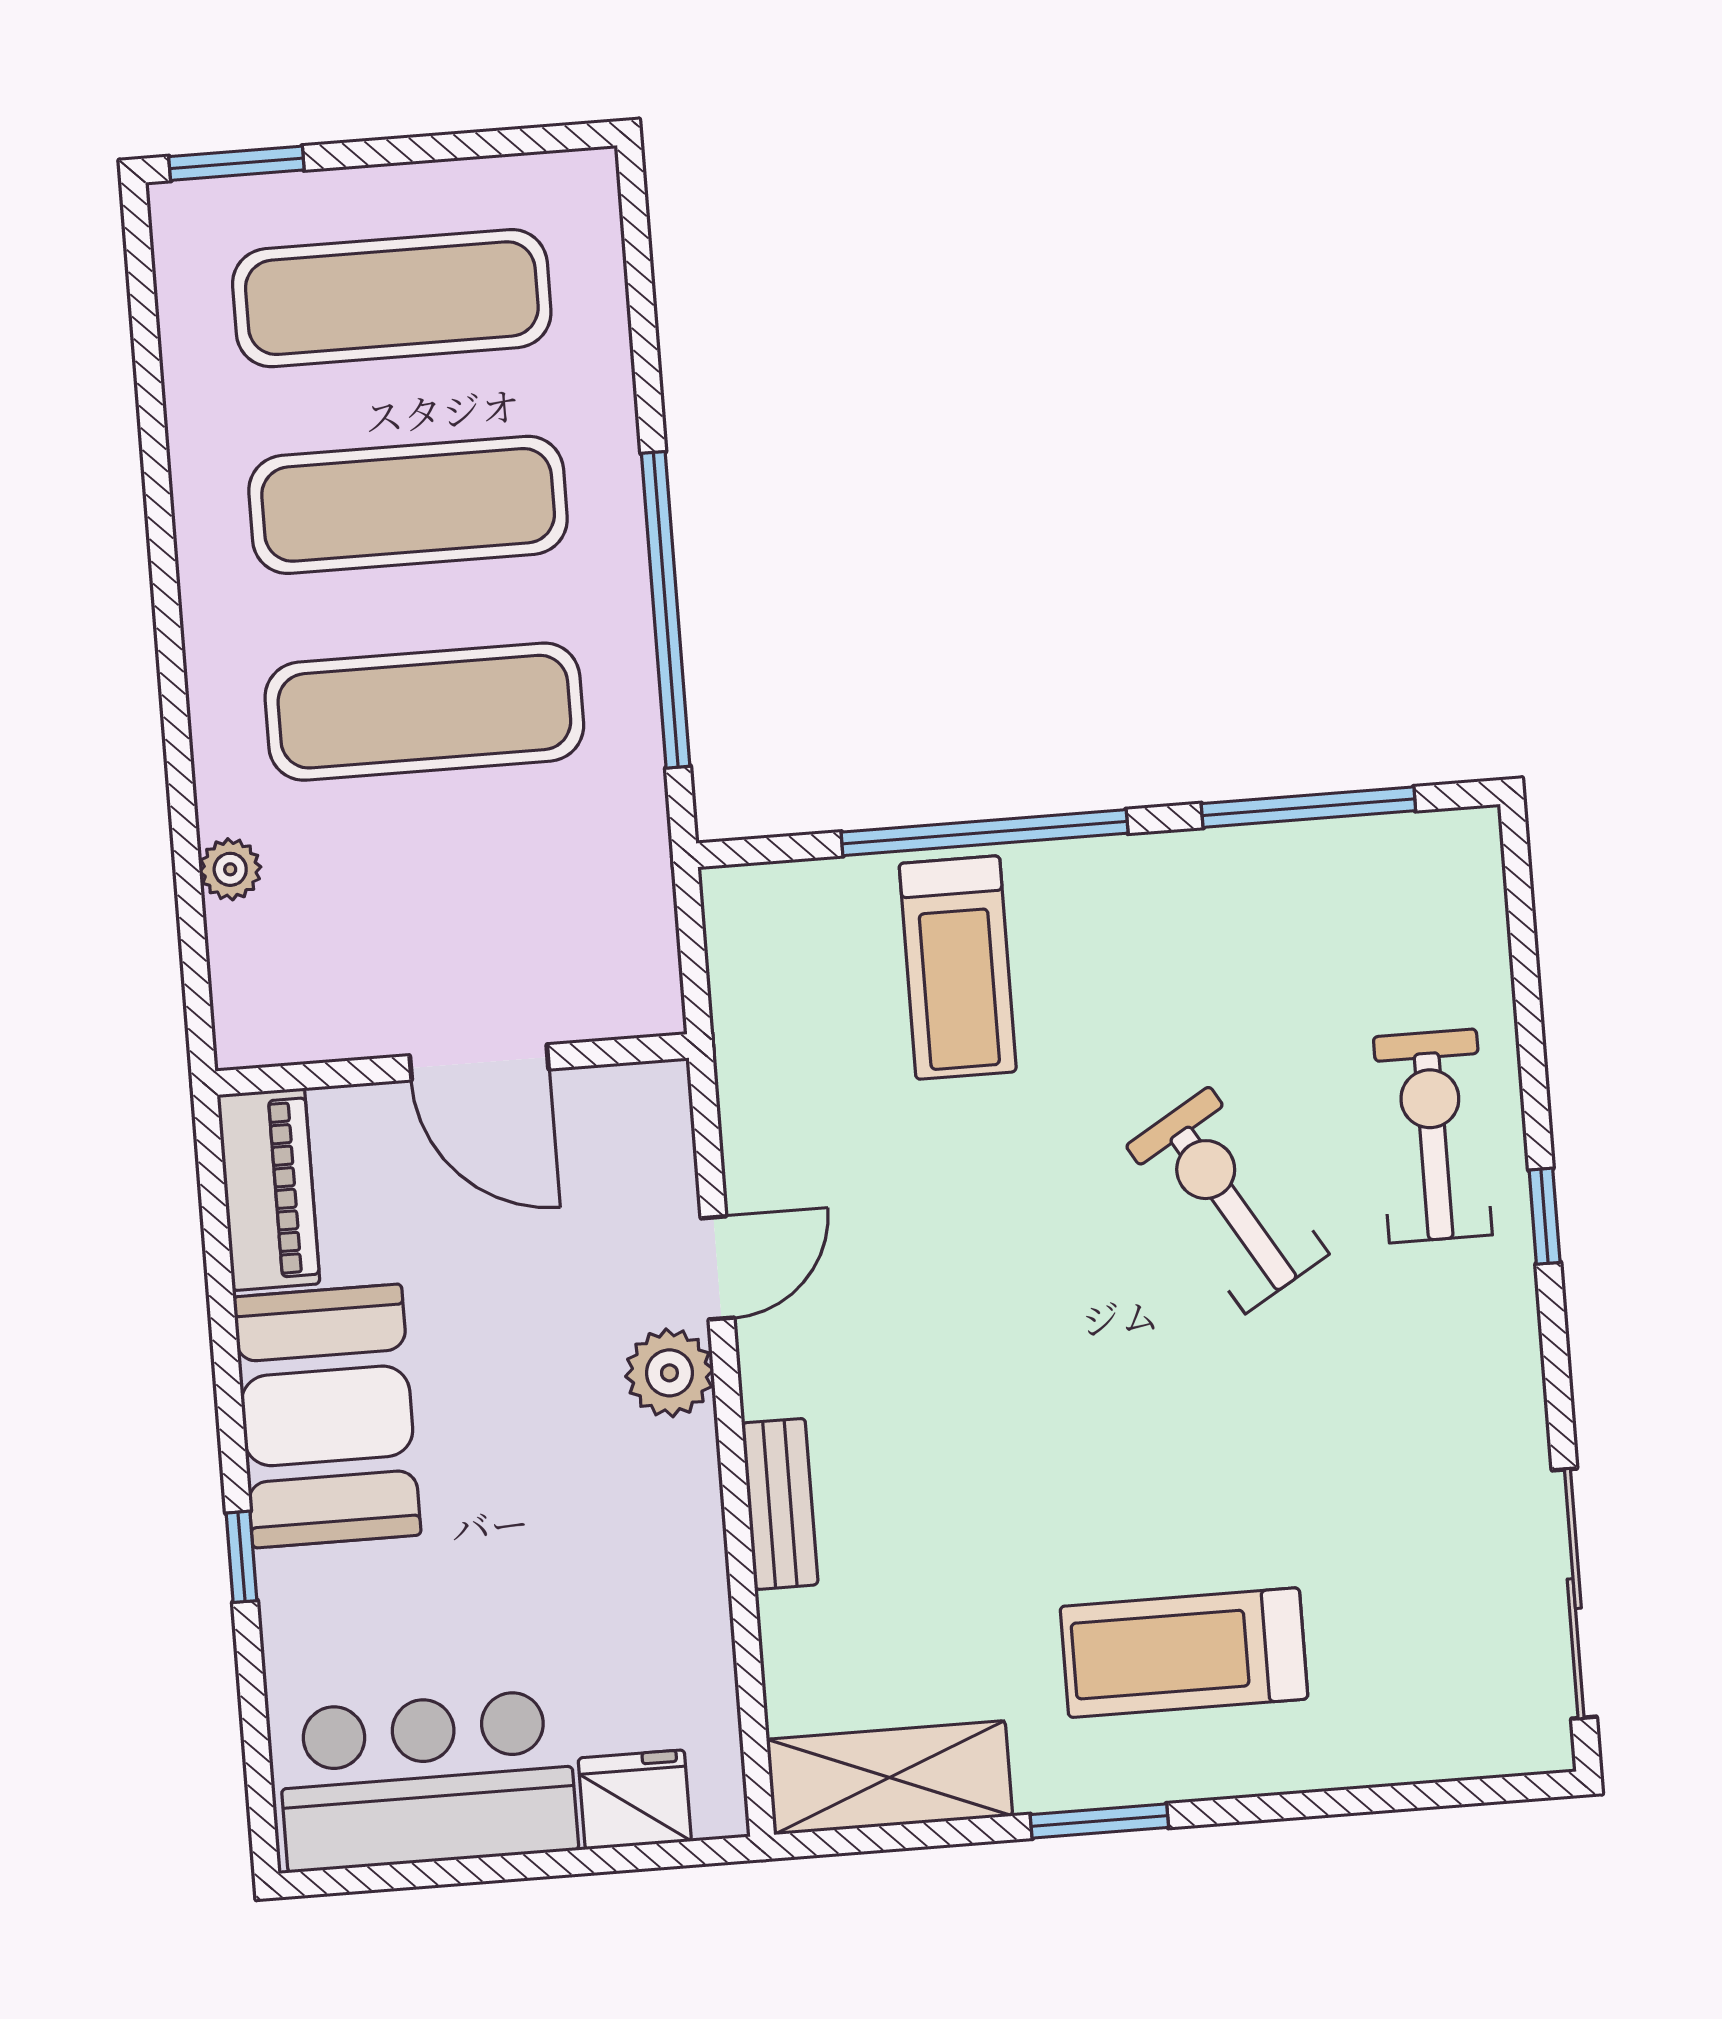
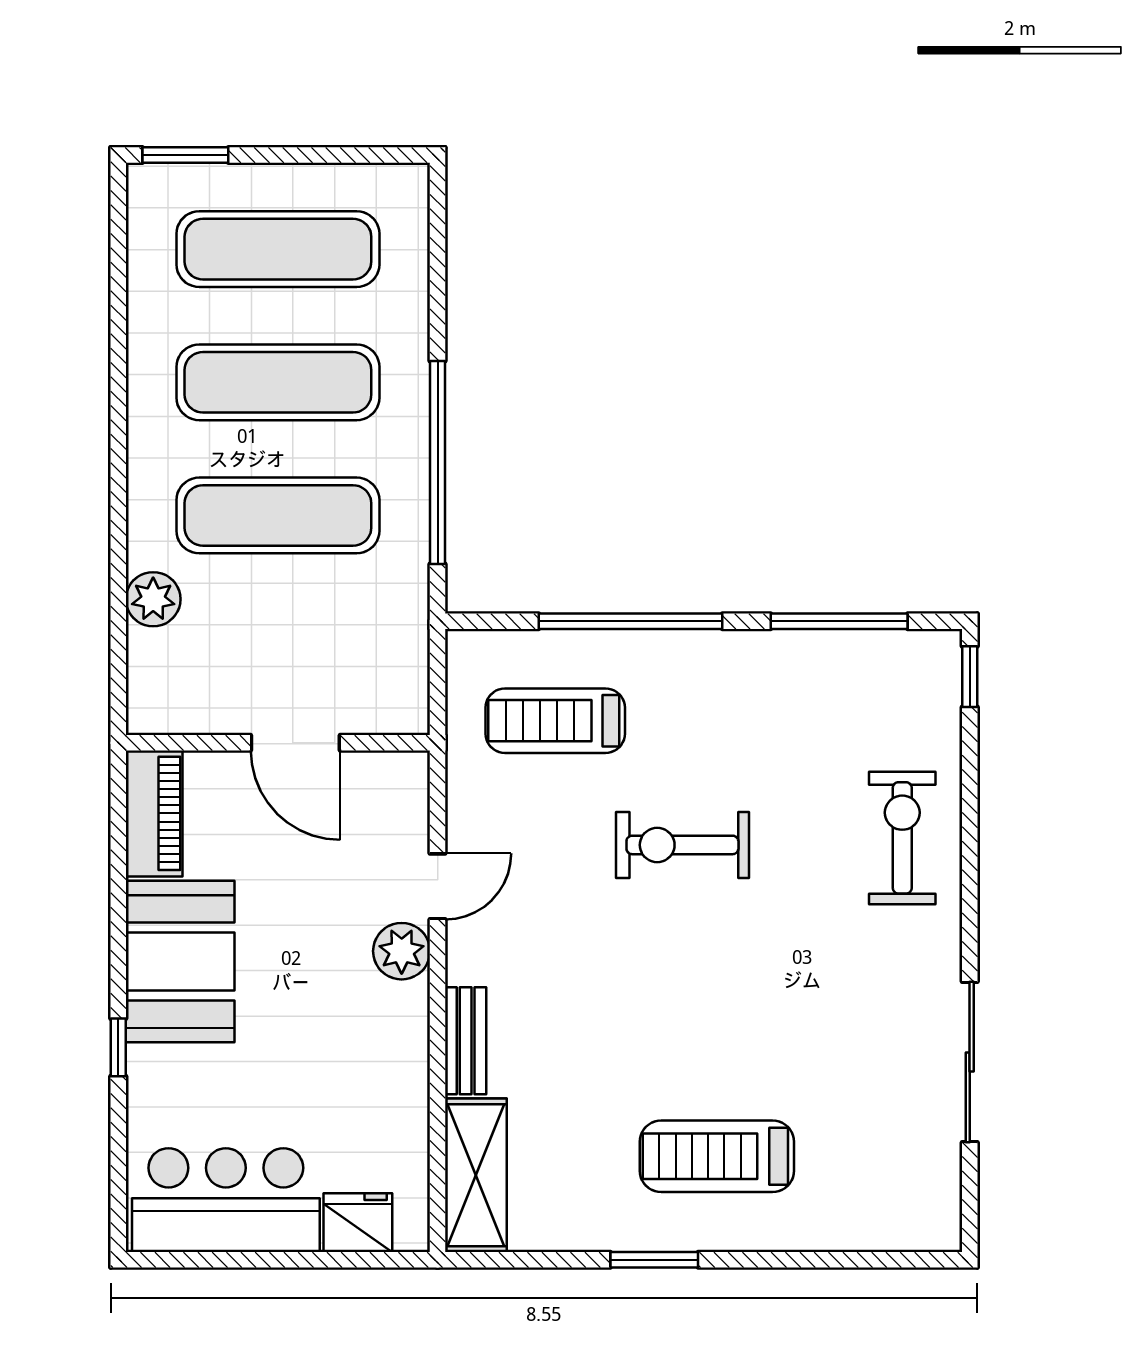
plant: (230, 869) -> (153, 599), width x1.38, depth x1.38
treadmill: (958, 968) -> (555, 721), moved, turned 90
exercise bike: (1227, 1200) -> (682, 845), moved, turned -59
window: (1545, 1216) -> (970, 677), moved
sliding door: (1574, 1594) -> (970, 1062), moved
shelving: (890, 1778) -> (476, 1175), moved, turned 90

